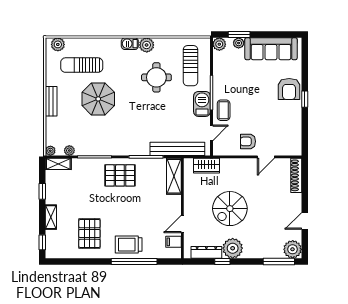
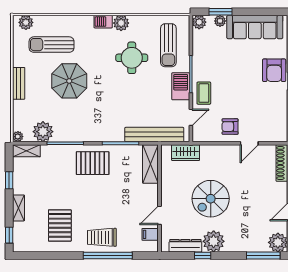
plant: (69, 151) -> (43, 132), width x1.88, depth x1.88

